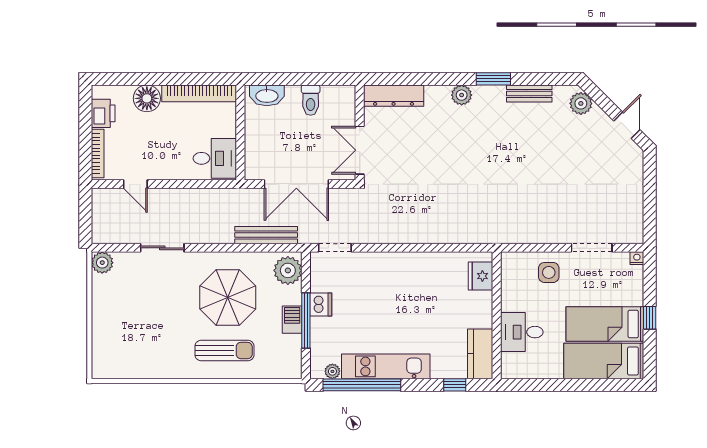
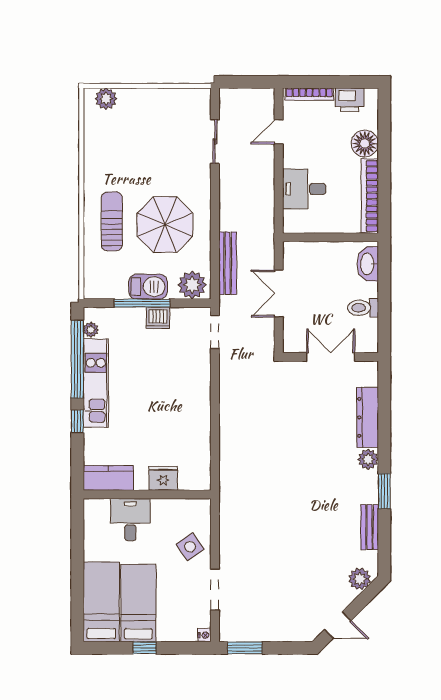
dresser: (394, 96) -> (368, 417), moved
double door: (360, 150) -> (331, 357), moved
desk: (215, 158) -> (304, 189), moved, turned 90
double door: (296, 184) -> (279, 294), width x0.73
window: (650, 218) -> (245, 648), added
sliding door: (162, 248) -> (215, 142), moved
plant: (102, 263) -> (106, 99), moved
side table: (549, 272) -> (190, 547), turned -35
fridge: (481, 276) -> (163, 478), moved
barbecue: (292, 320) -> (148, 287), width x1.38, depth x1.27
sun lounger: (224, 351) -> (112, 221), turned 180
window: (455, 385) -> (77, 421), moved

